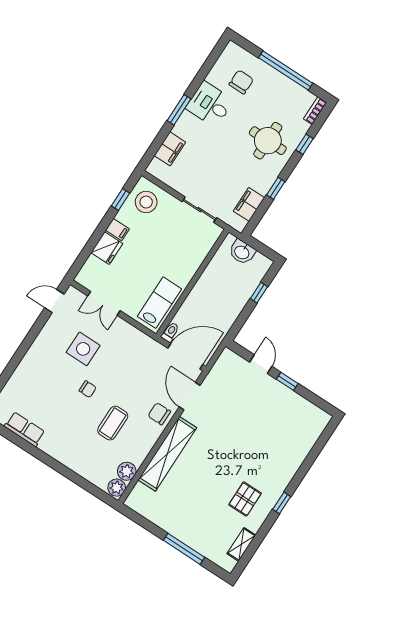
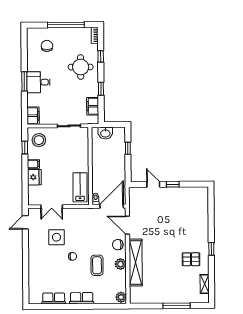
desk: (210, 104) -> (38, 82), moved
filing cabinet: (170, 149) -> (33, 116), moved
row of seats: (63, 454) -> (82, 298), added
plant: (127, 471) -> (120, 264), moved
pallet: (245, 499) -> (191, 259), turned 90

